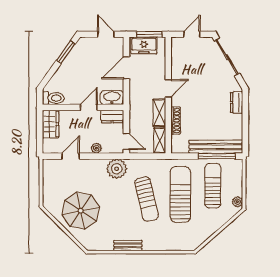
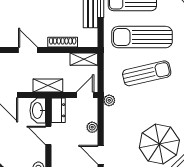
shelving: (159, 113) -> (48, 86), moved
plant: (117, 169) -> (109, 100), width x0.53, depth x0.53

